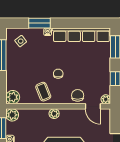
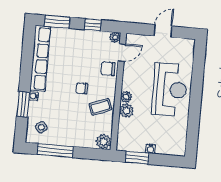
plant: (12, 115) -> (126, 111), moved

